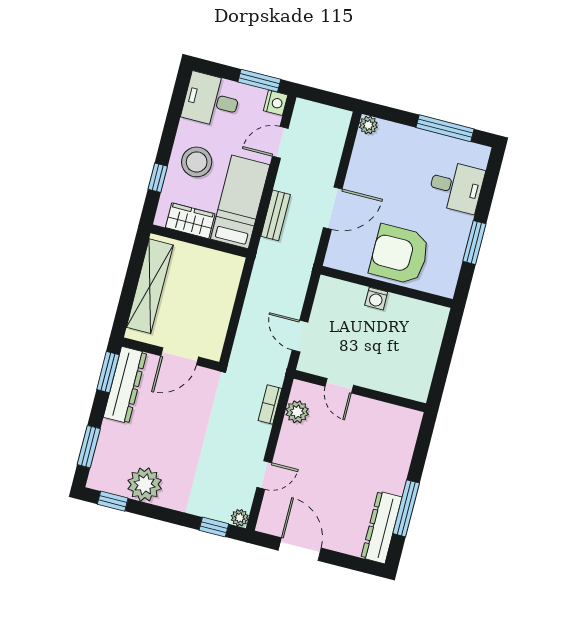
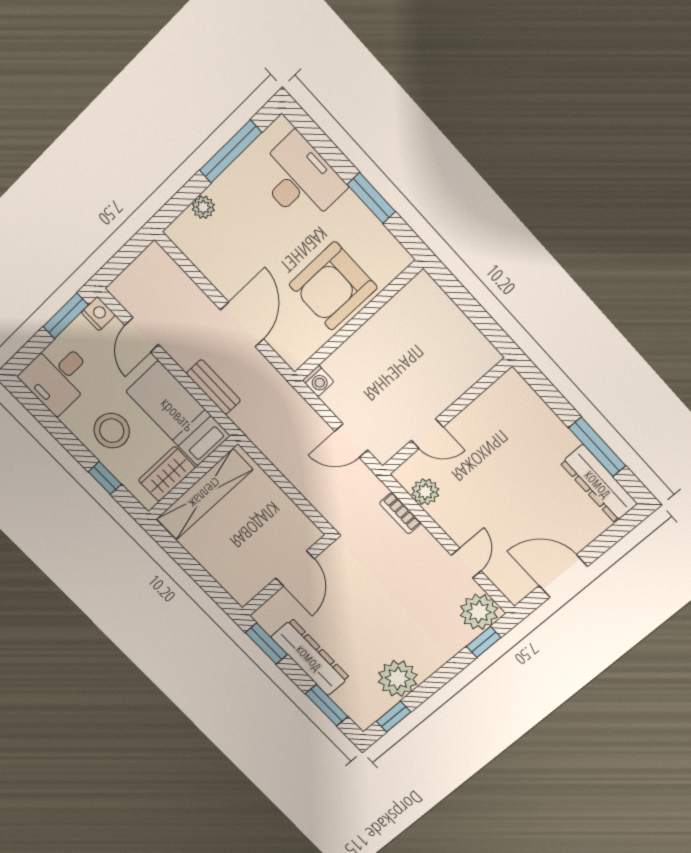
plant: (368, 125) -> (203, 207), moved
desk: (456, 187) -> (300, 179), width x1.37
shelving: (150, 286) -> (205, 494), moved, turned 90
washing machine: (376, 299) -> (318, 381), moved
dresser: (125, 385) -> (310, 657), moved
plant: (240, 518) -> (479, 612), width x1.88, depth x1.88

